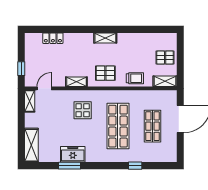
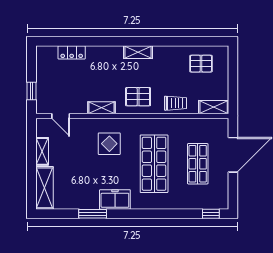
pallet: (165, 58) -> (201, 64), moved
door: (44, 88) -> (61, 116), swing flipped
shelving: (30, 101) -> (42, 151), moved
freezer: (73, 154) -> (115, 199), moved
window: (135, 166) -> (211, 214), moved

